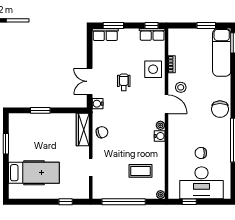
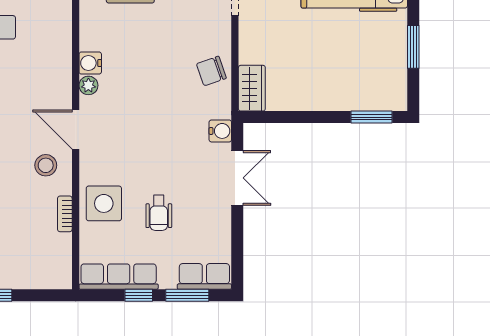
window: (152, 26) -> (139, 295), moved
row of seats: (152, 34) -> (119, 277), width x1.48
wheelchair: (124, 82) -> (159, 213), moved
window: (40, 110) -> (372, 117), moved
wardrobe: (83, 130) -> (252, 88), width x0.67

